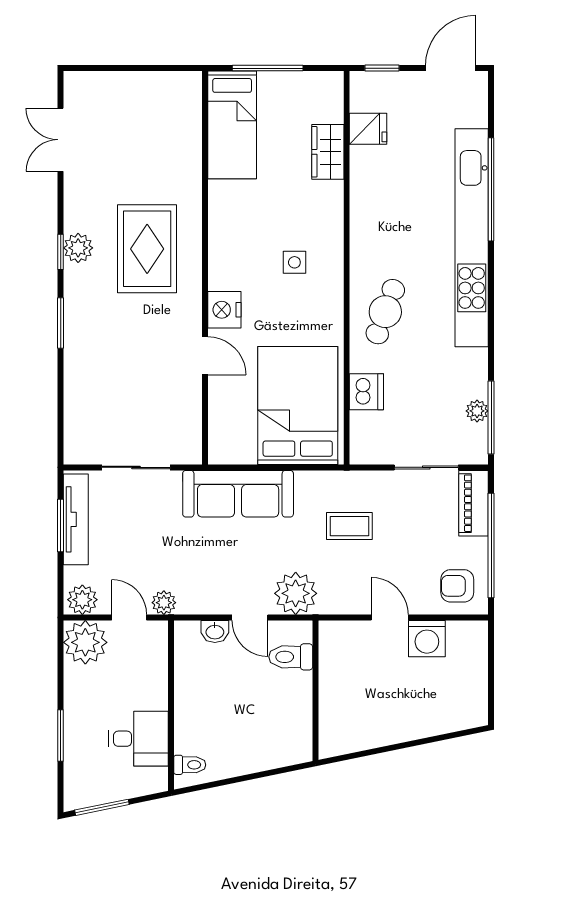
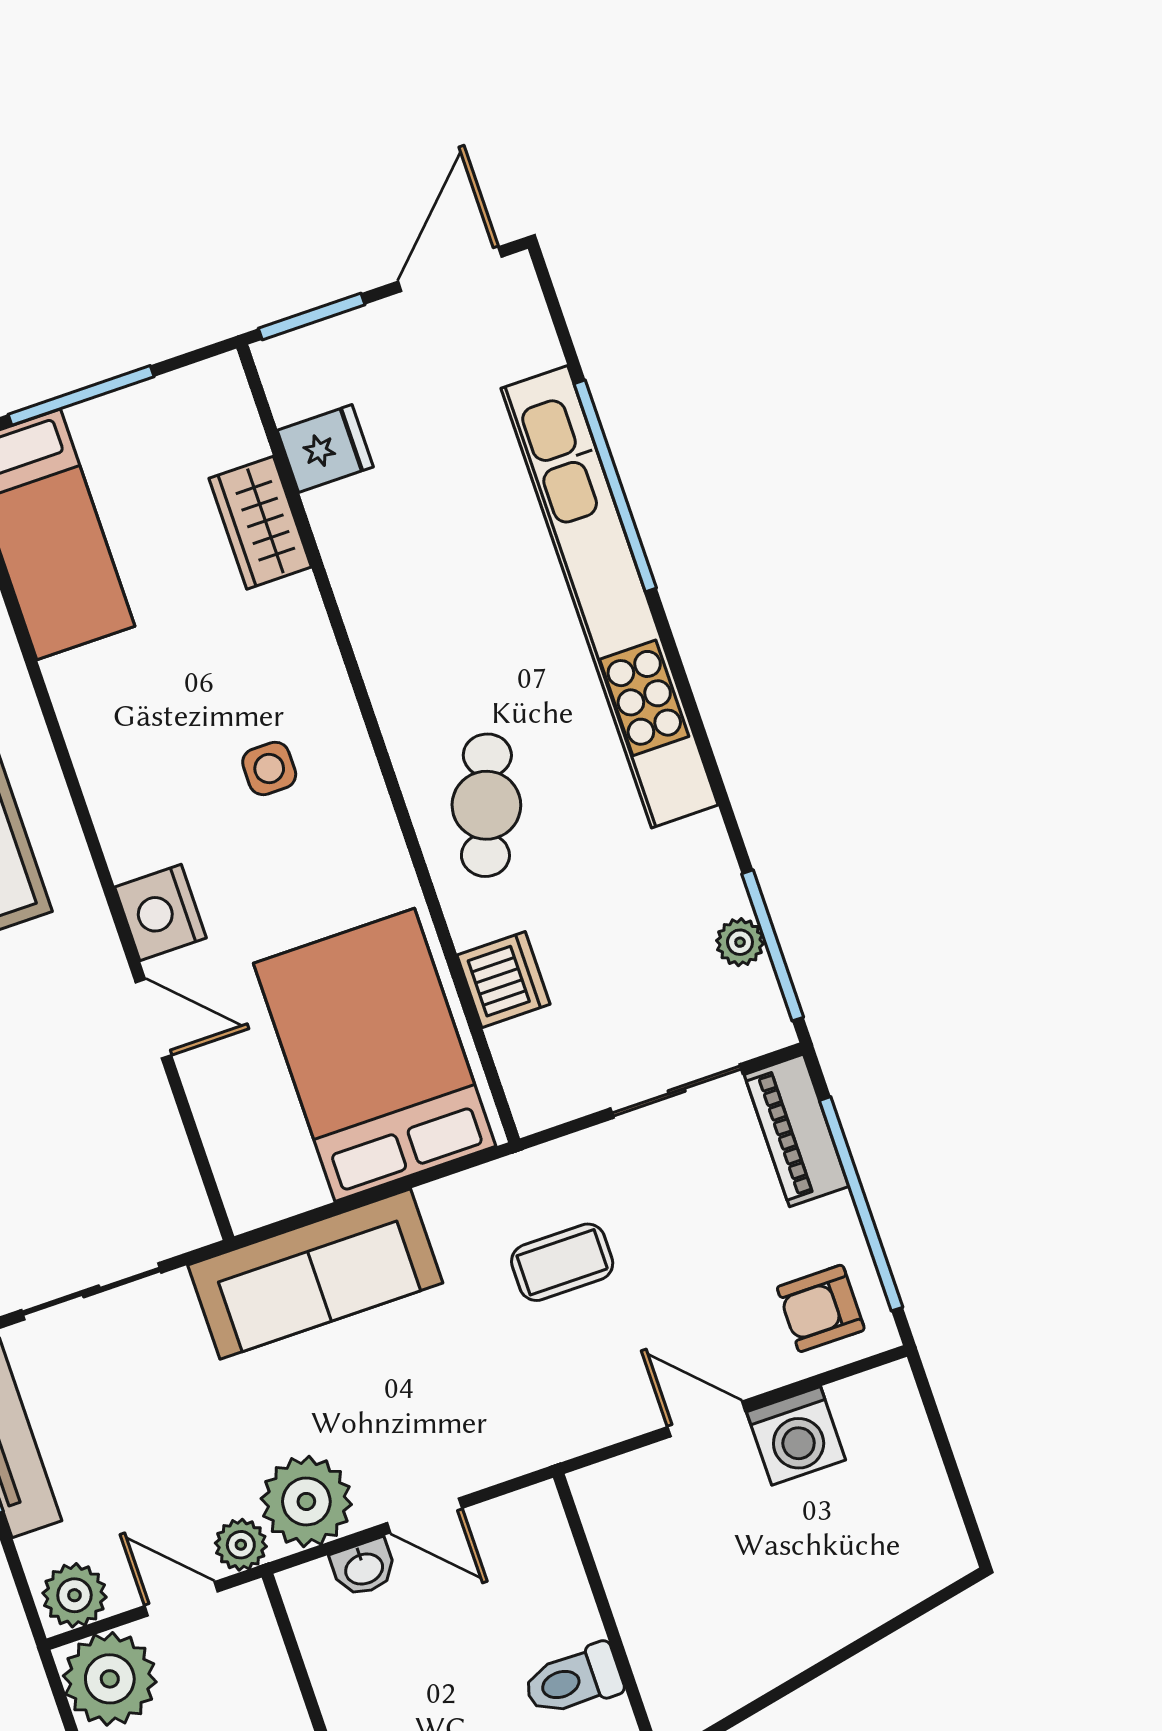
window: (382, 68) -> (312, 316), width x1.50
plant: (296, 593) -> (306, 1501), moved
toilet: (291, 657) -> (573, 1680), moved

